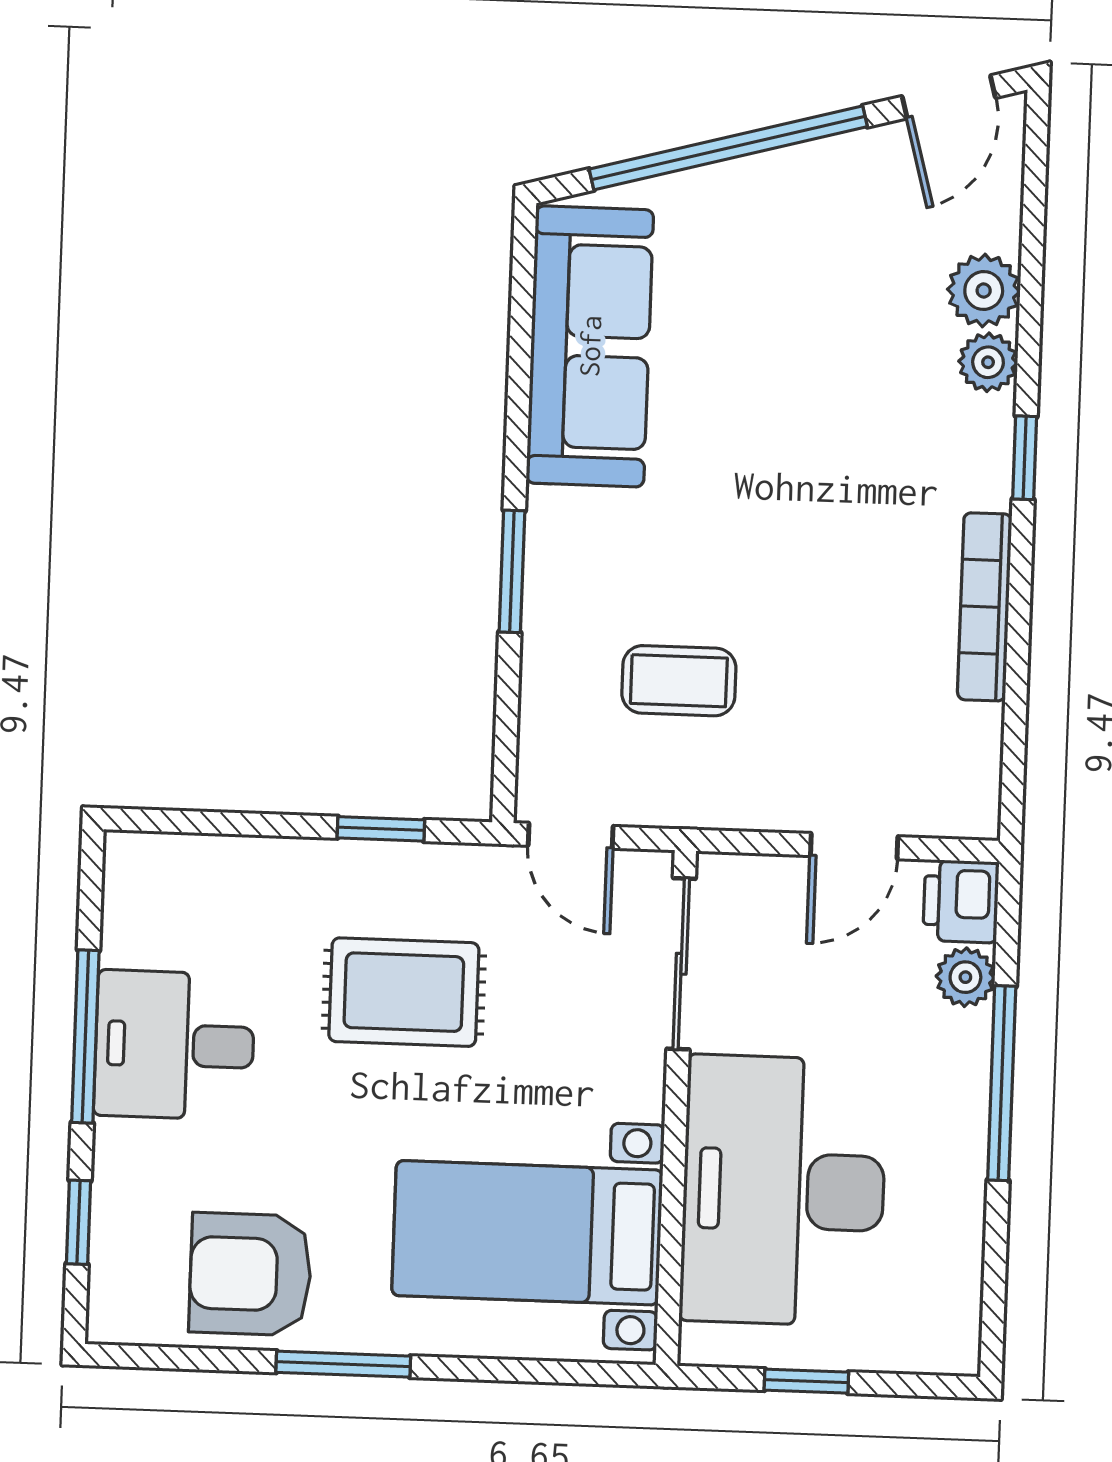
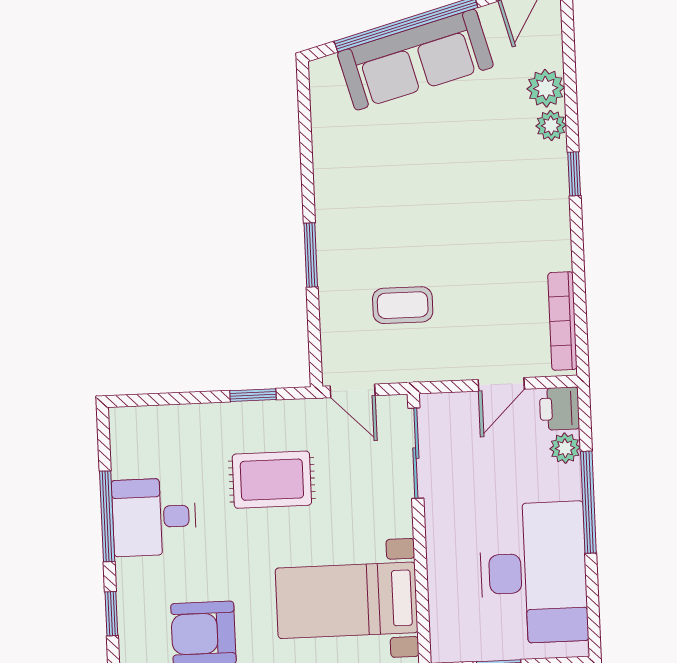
sofa: (590, 346) -> (415, 60), moved, turned 75
bookcase: (985, 607) -> (562, 321), moved
desk: (783, 1191) -> (534, 573), moved, turned 180

